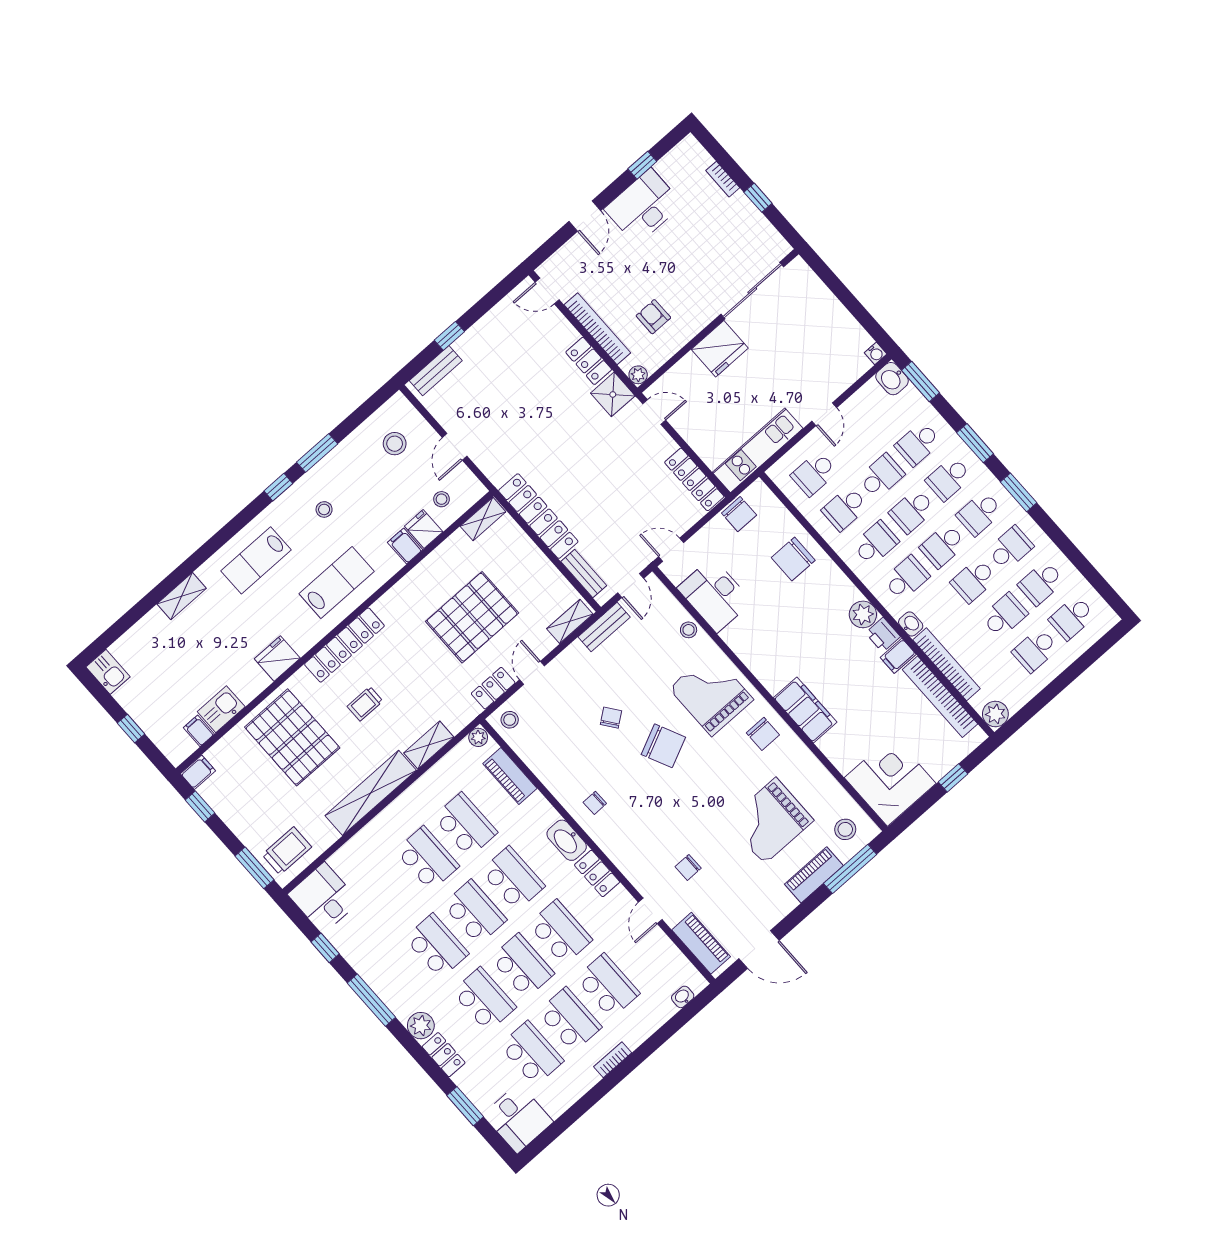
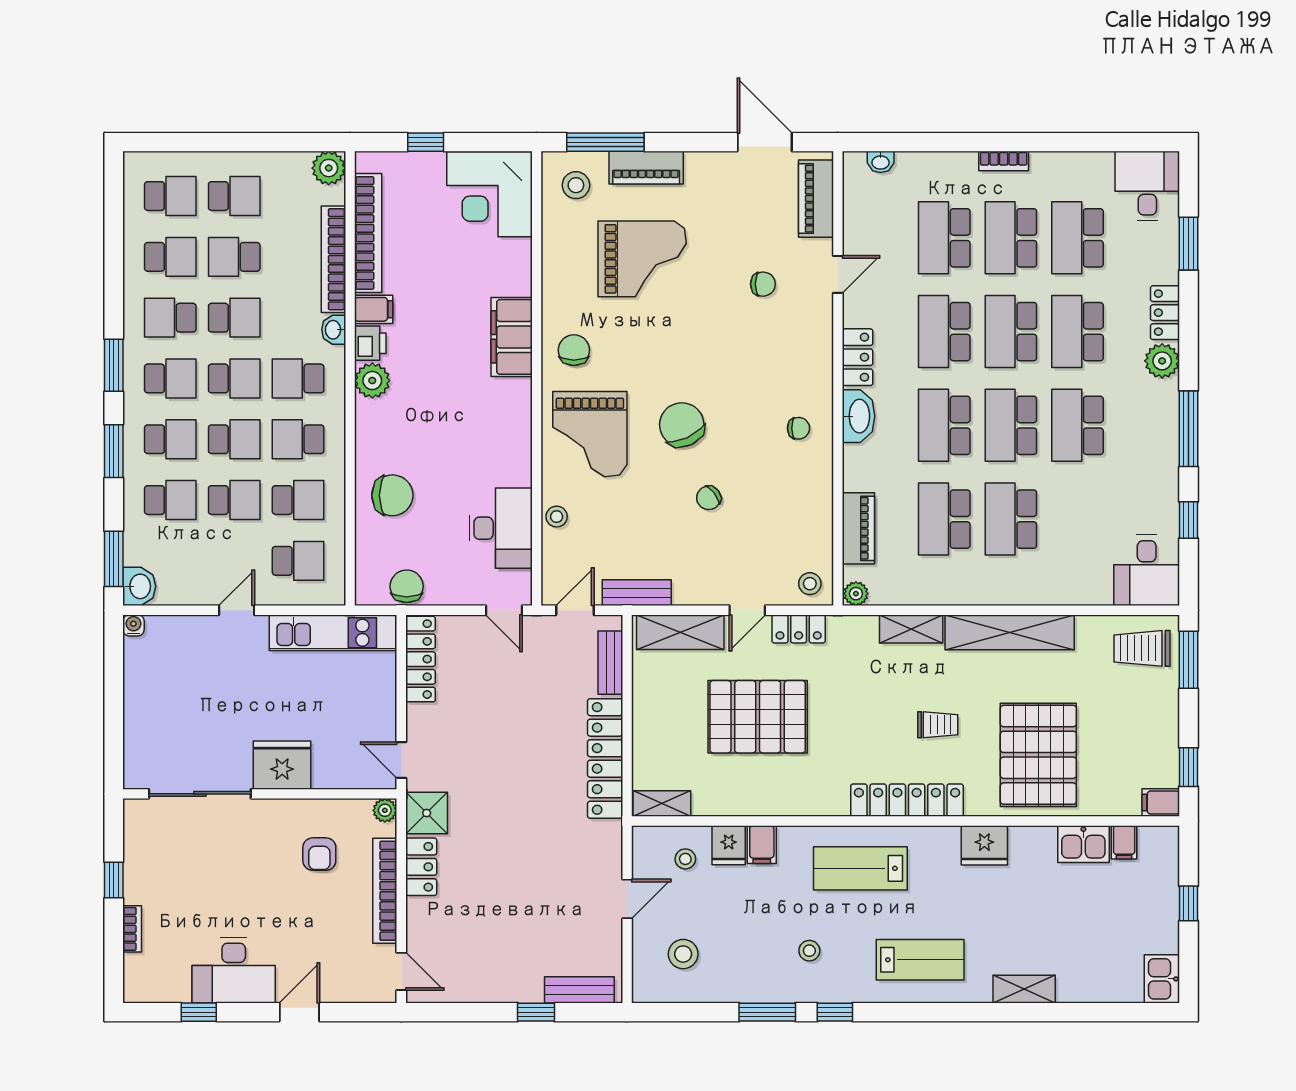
school desk: (881, 476) -> (234, 500), turned 180
shelving: (570, 621) -> (680, 632), width x1.50, depth x1.33

